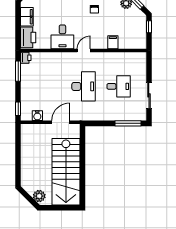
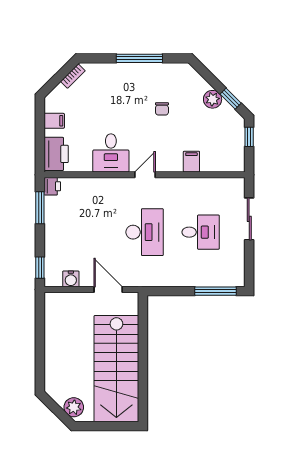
filing cabinet: (27, 17) -> (54, 121), width x0.50
sliding door: (149, 95) -> (249, 219), moved
door: (61, 122) -> (108, 289), hinge flipped

